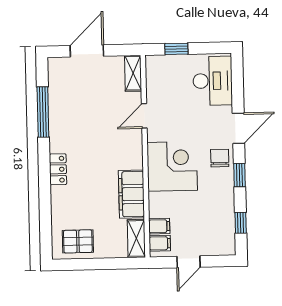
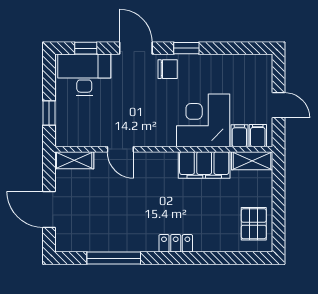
chair: (220, 158) -> (168, 69), turned 180
corner desk: (172, 166) -> (203, 120), moved
window: (241, 223) -> (86, 48), moved

